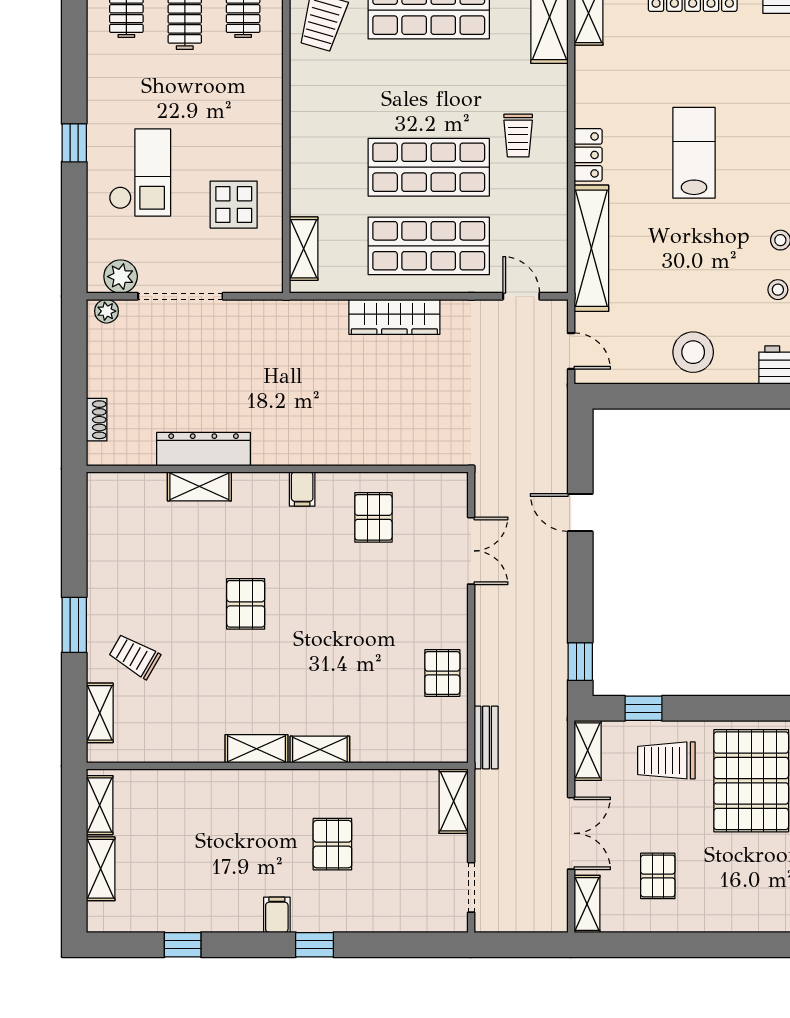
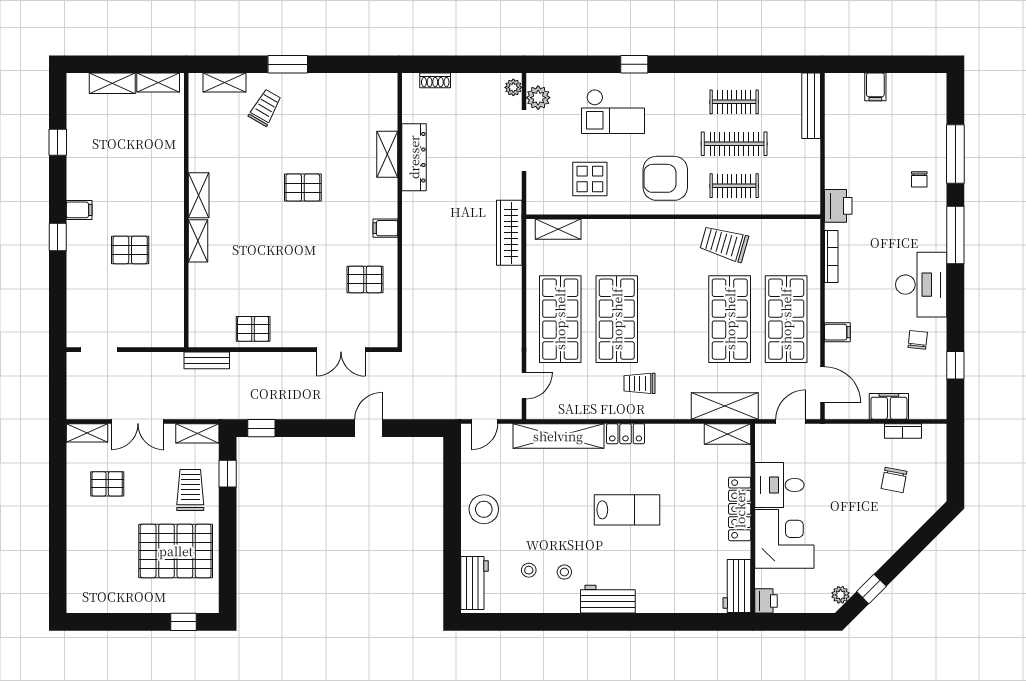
armchair: (233, 100) -> (665, 178), added
wardrobe: (394, 317) -> (509, 233), moved
shelving: (454, 801) -> (161, 337), removed

